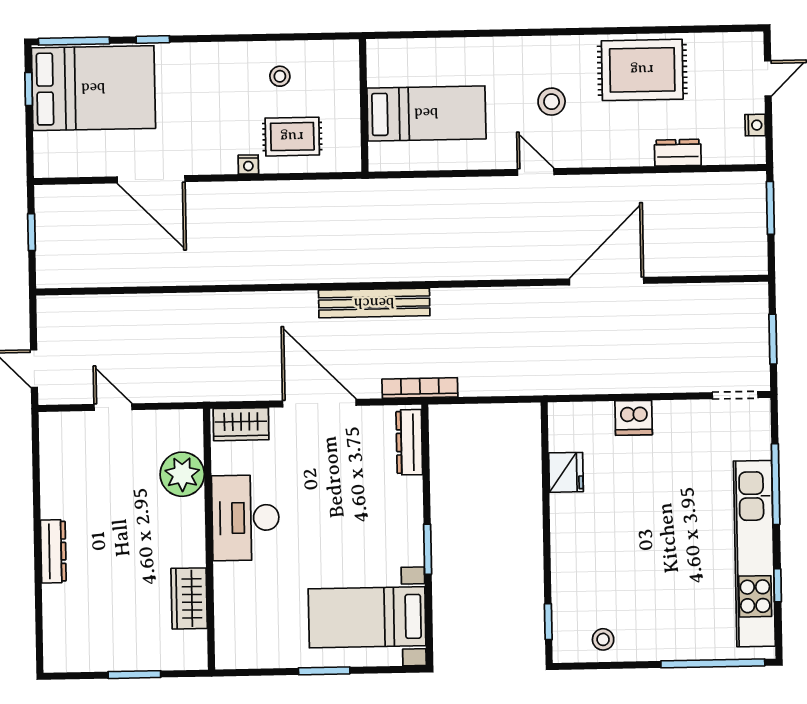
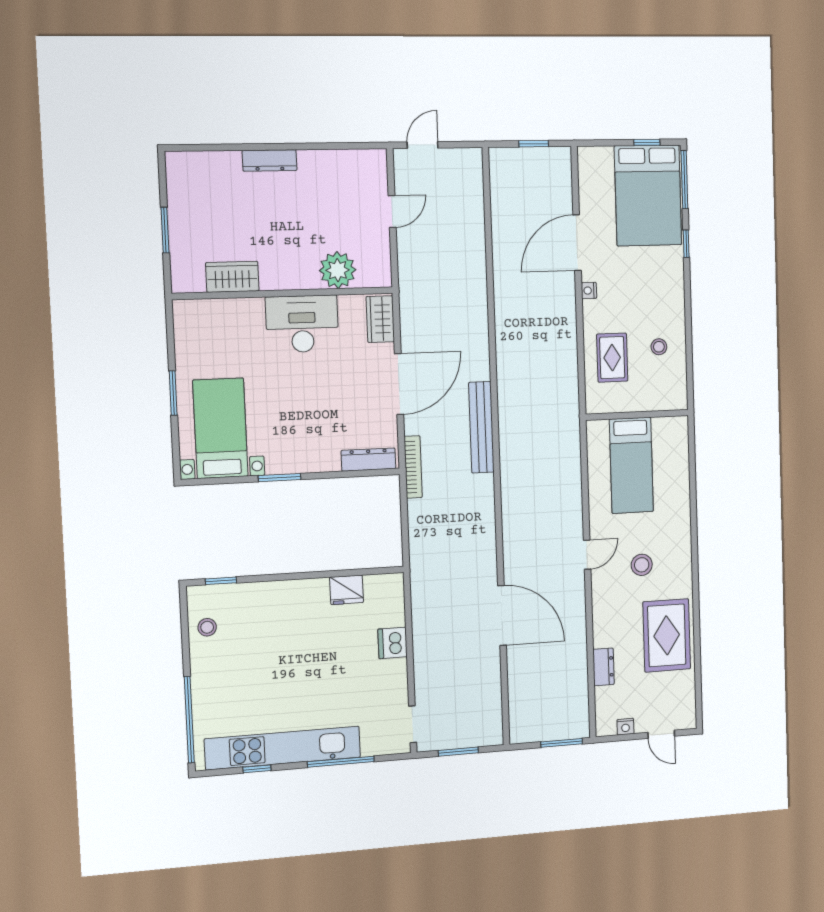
nightstand: (248, 164) -> (589, 291), moved

